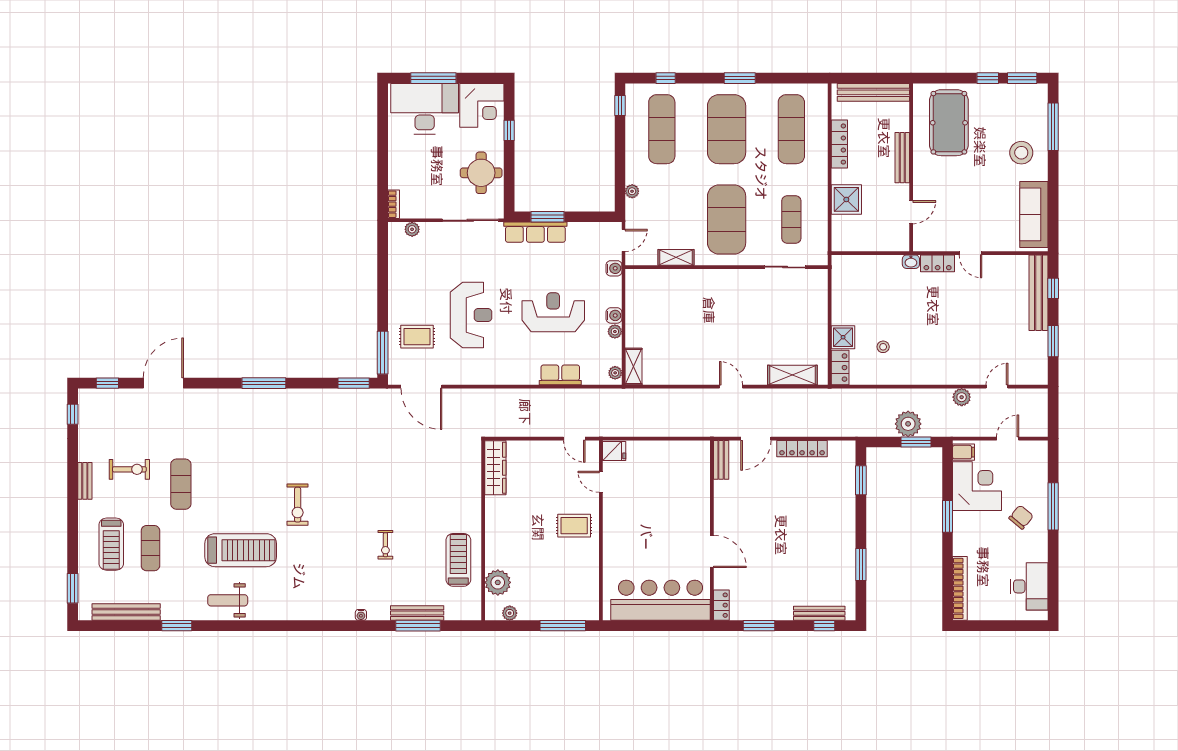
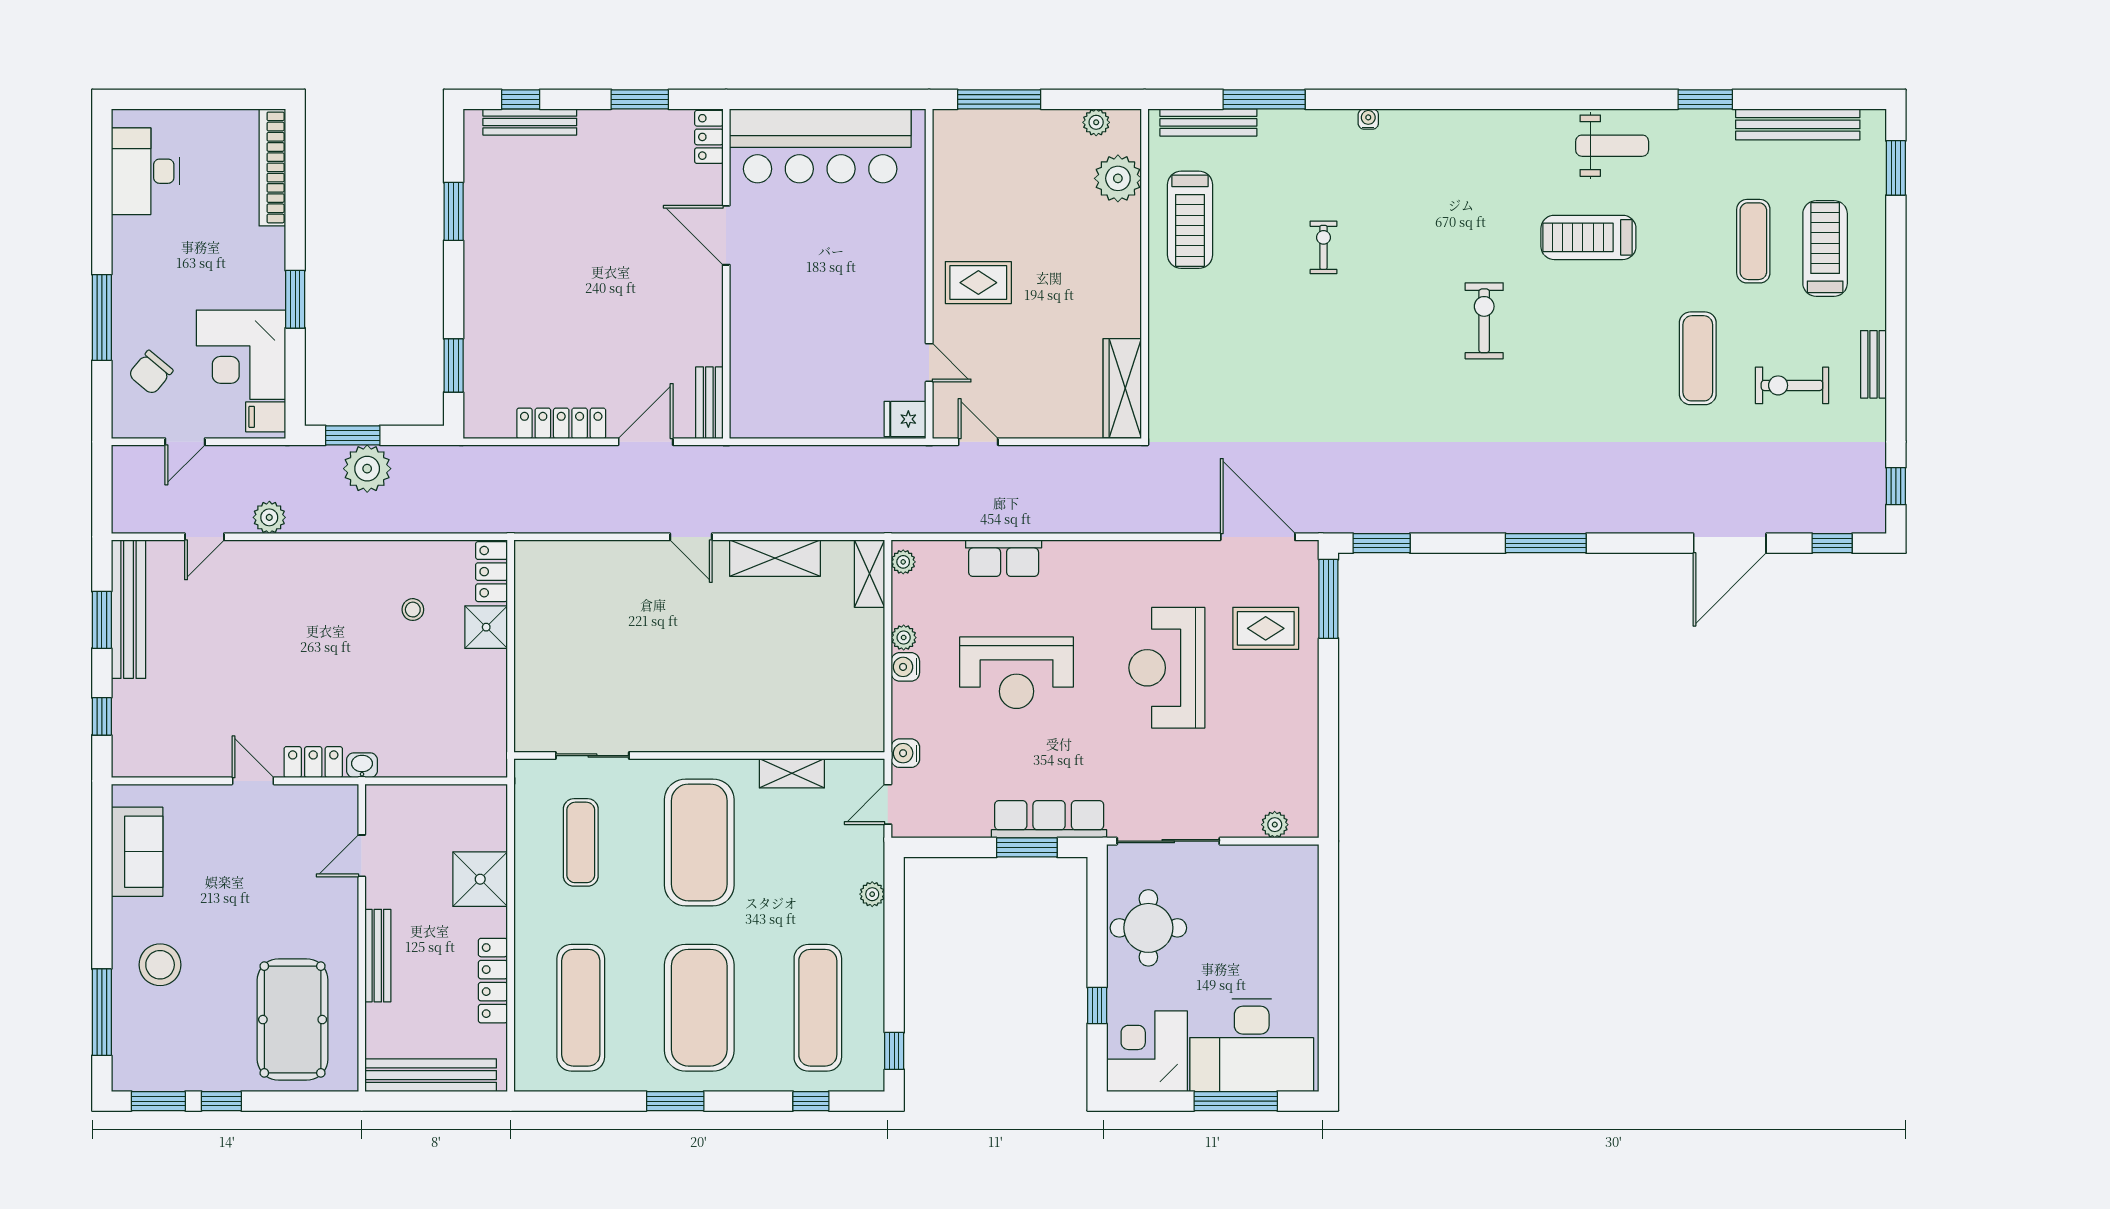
bookcase: (394, 204) -> (1308, 870), removed
sofa: (1034, 214) -> (137, 852), width x0.73
bench: (1039, 293) -> (128, 609), moved
shelving: (792, 375) -> (775, 558), moved
chair: (1021, 517) -> (151, 373), moved
treadmill: (241, 550) -> (1588, 237), width x0.73, depth x0.73
bench: (417, 613) -> (1208, 122), moved

